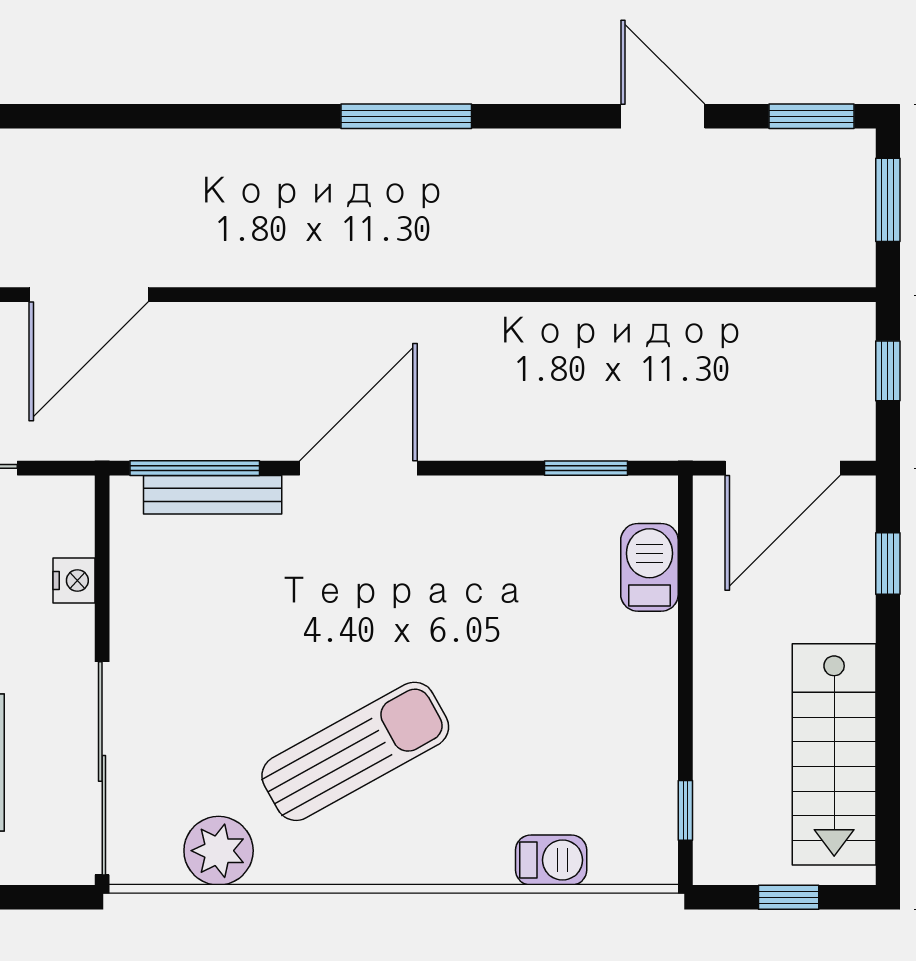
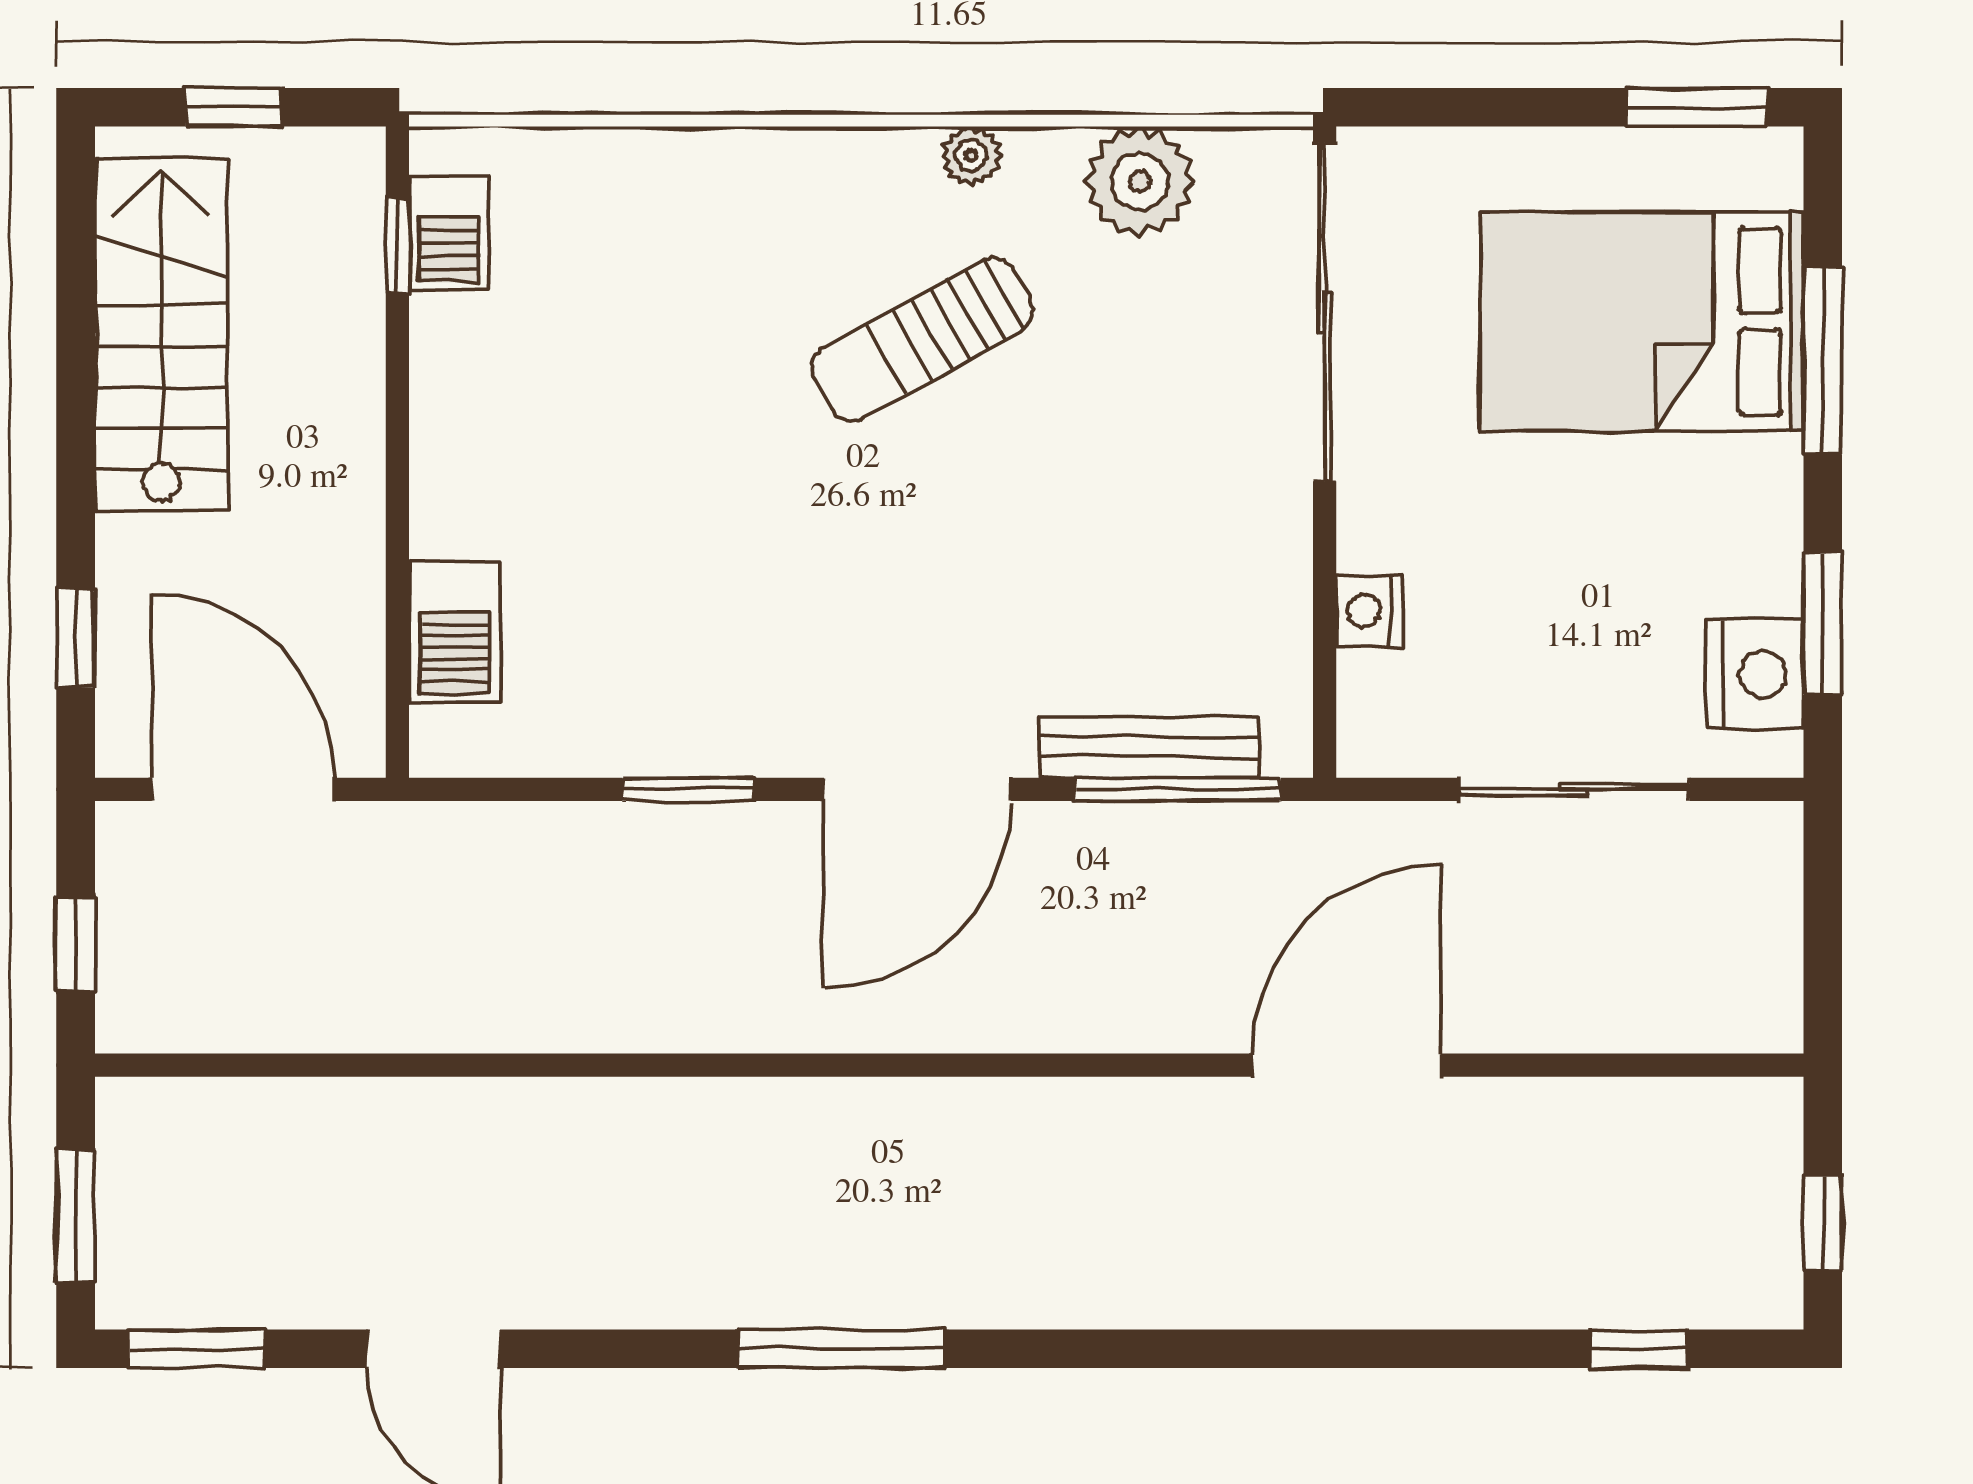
window: (586, 468) -> (688, 789), moved
door: (783, 468) -> (243, 789), hinge flipped
sun lounger: (355, 751) -> (922, 339), width x0.73, depth x0.75
barbecue: (551, 860) -> (449, 233), moved, turned -90
plant: (325, 867) -> (971, 156), added

